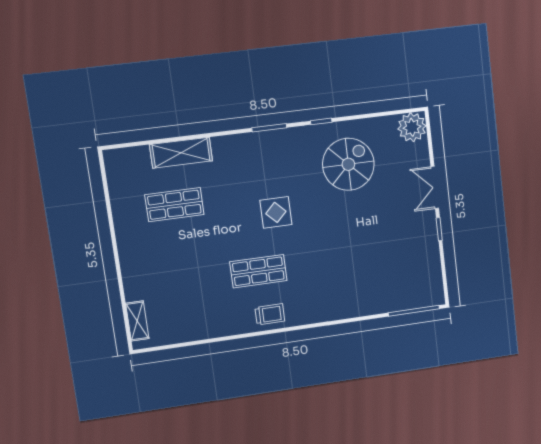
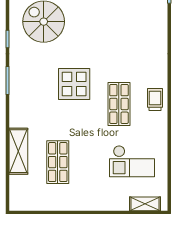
display table: (276, 212) -> (74, 84), width x1.36, depth x1.36
checkout: (189, 297) -> (132, 161), added

